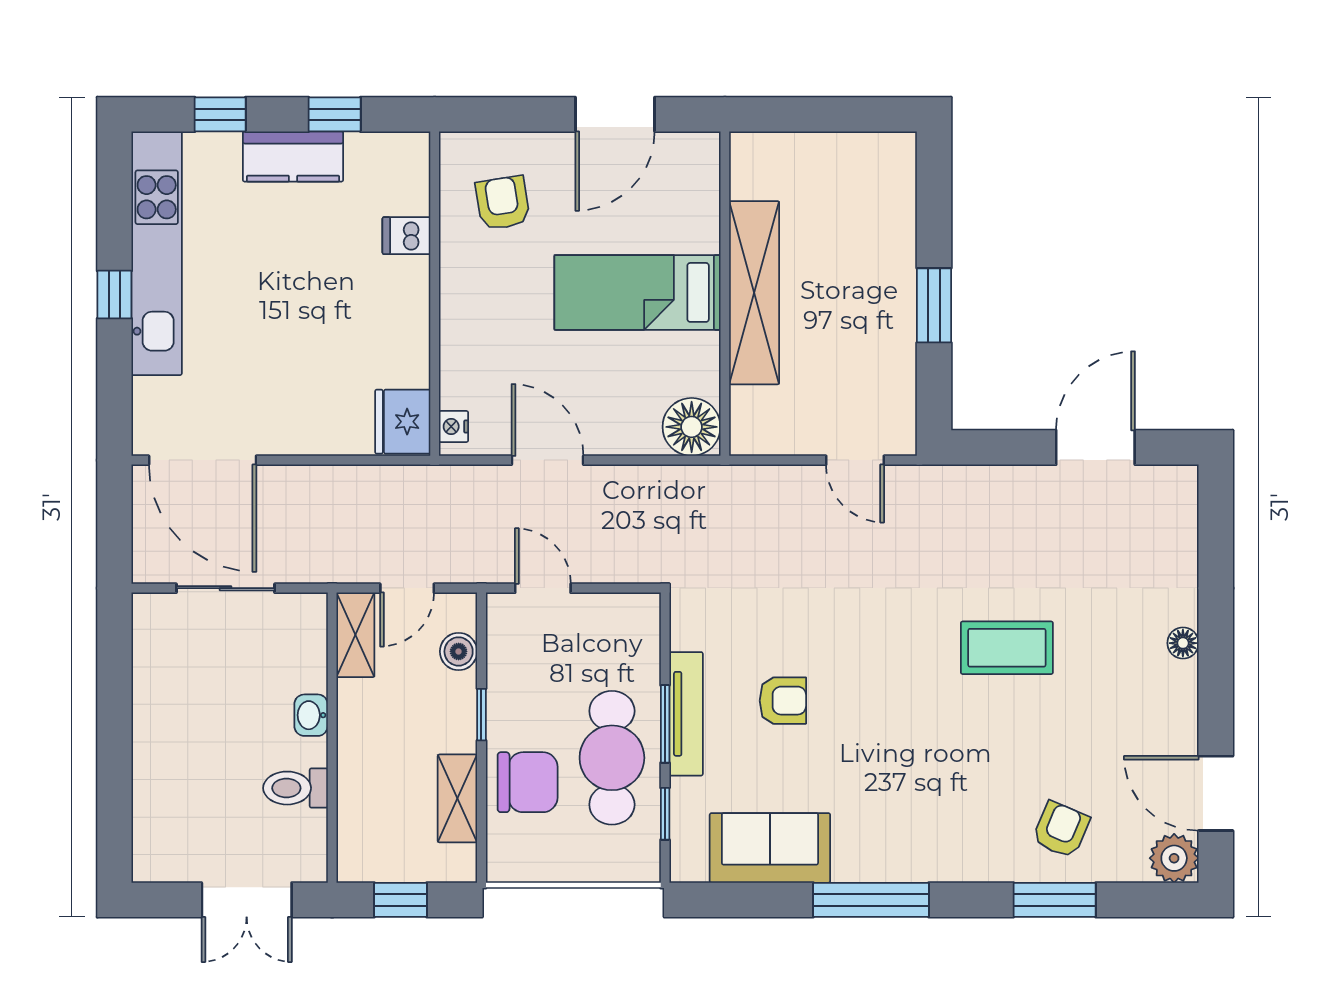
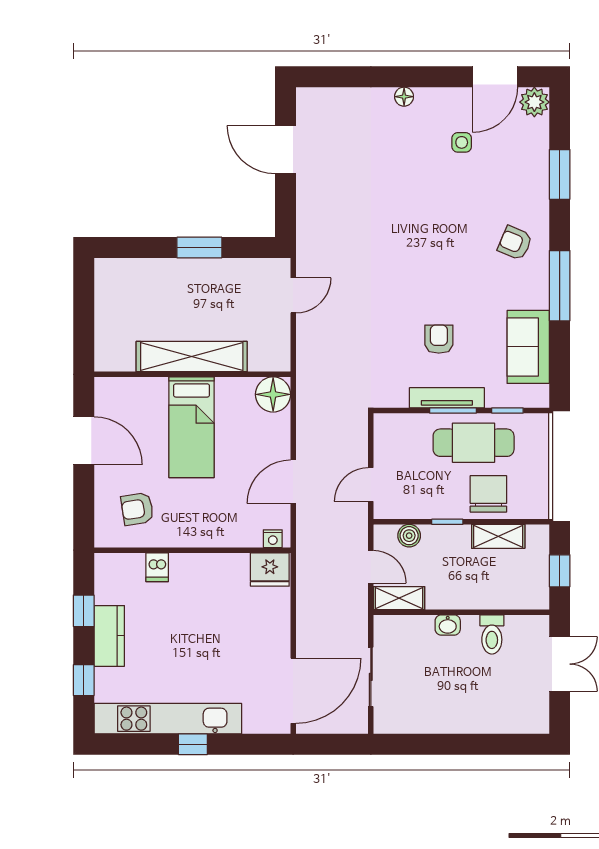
coffee table: (1007, 648) -> (407, 203), removed
side table: (1107, 738) -> (462, 142), added
armchair: (1061, 830) -> (515, 243), moved

